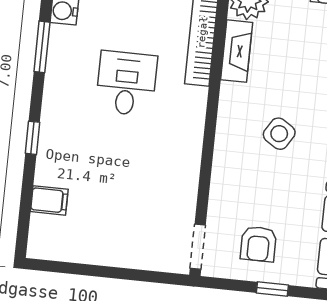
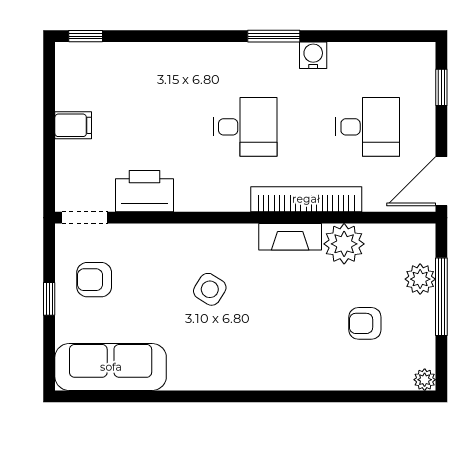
window: (33, 138) -> (86, 36), moved
printer: (178, 187) -> (145, 191), added
filing cabinet: (49, 200) -> (73, 125), moved, turned -90

